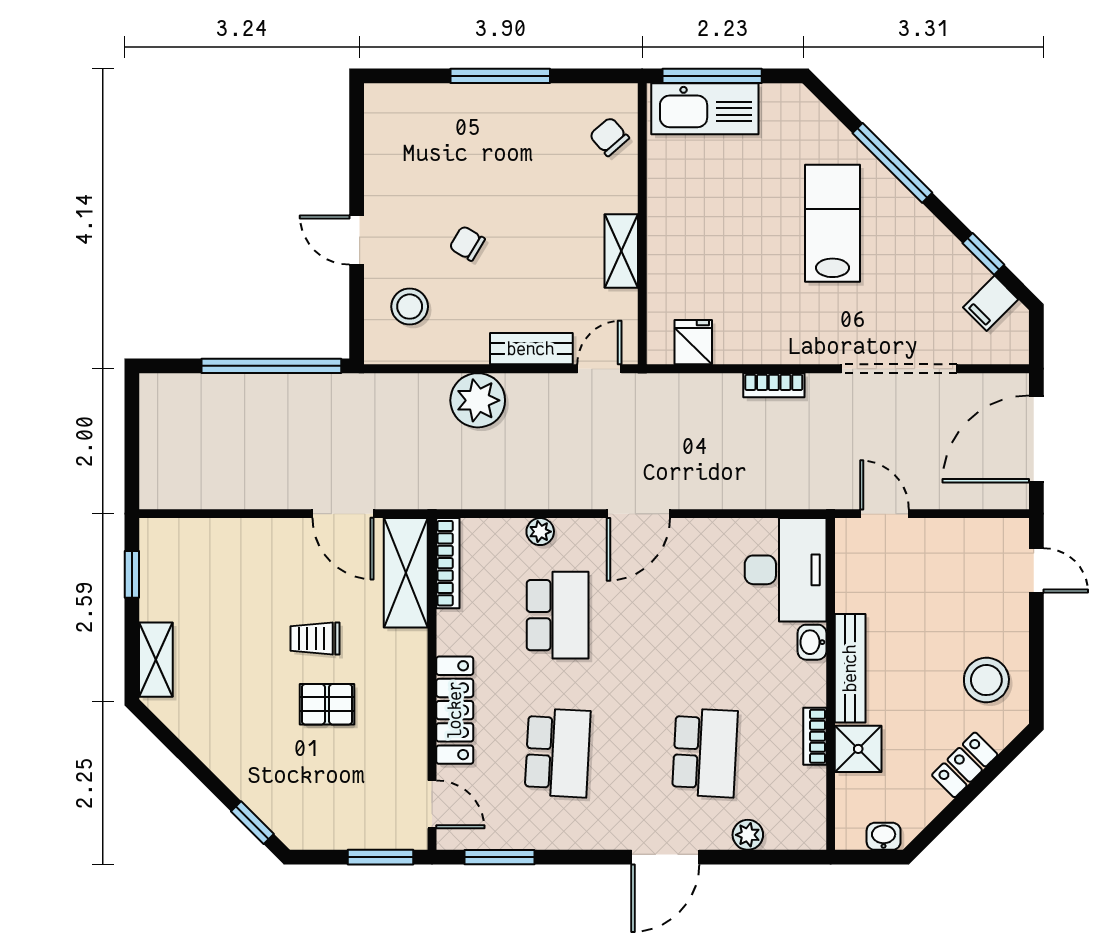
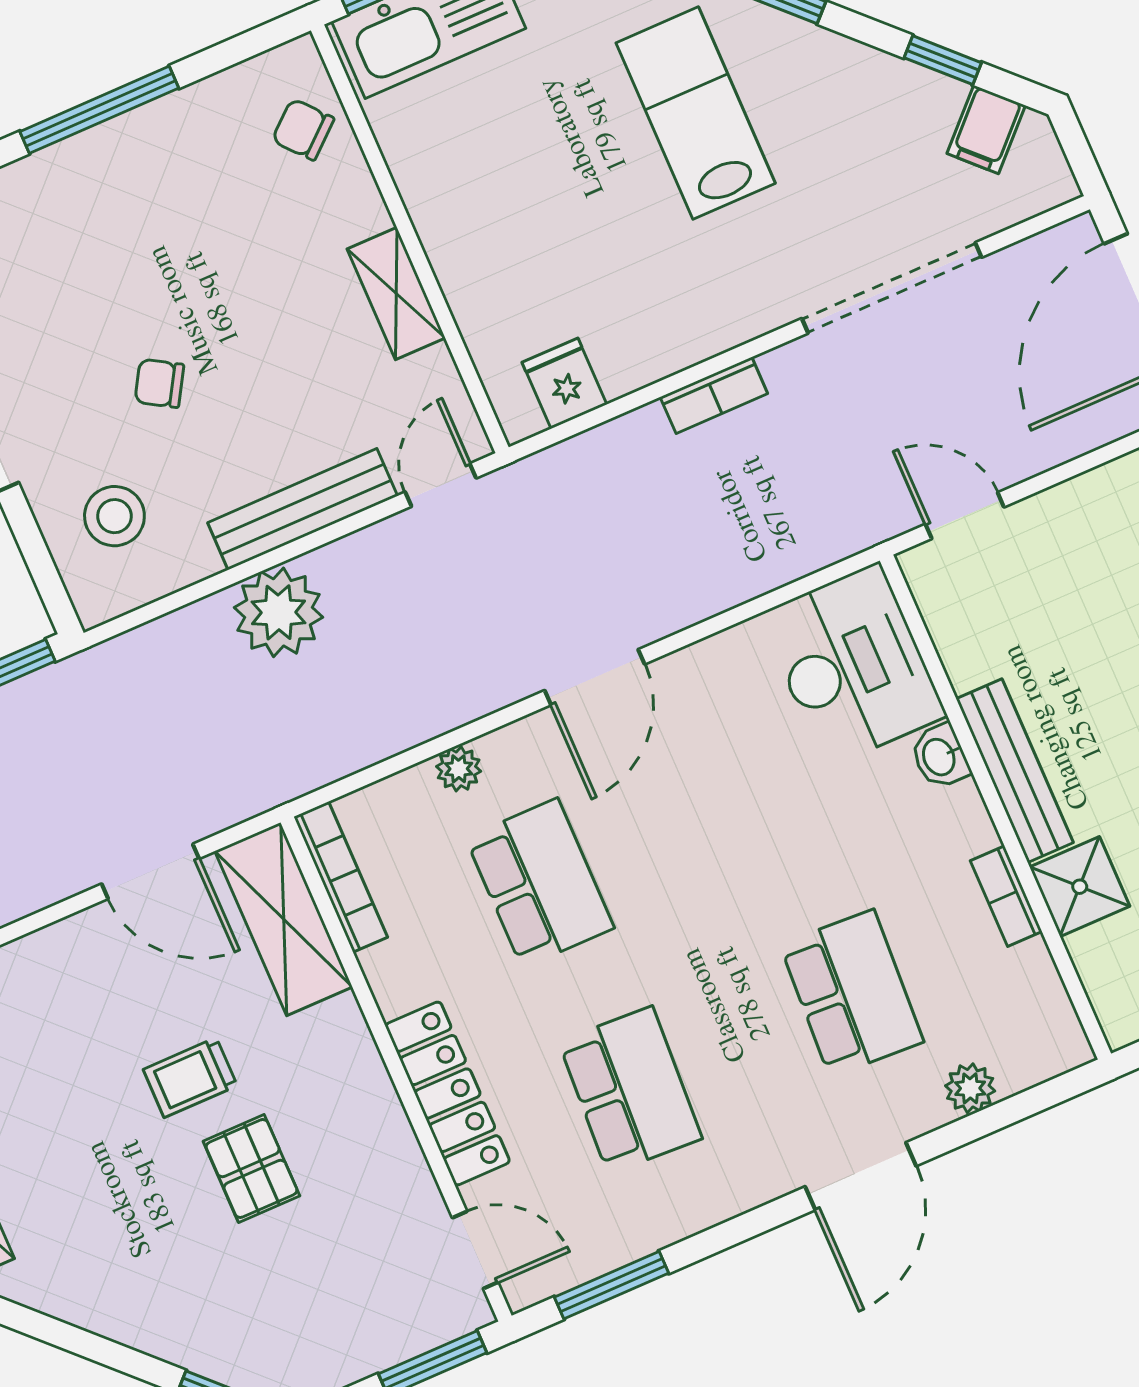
bench: (531, 349) -> (303, 509), width x1.36
pallet: (327, 704) -> (251, 1168), turned 90

